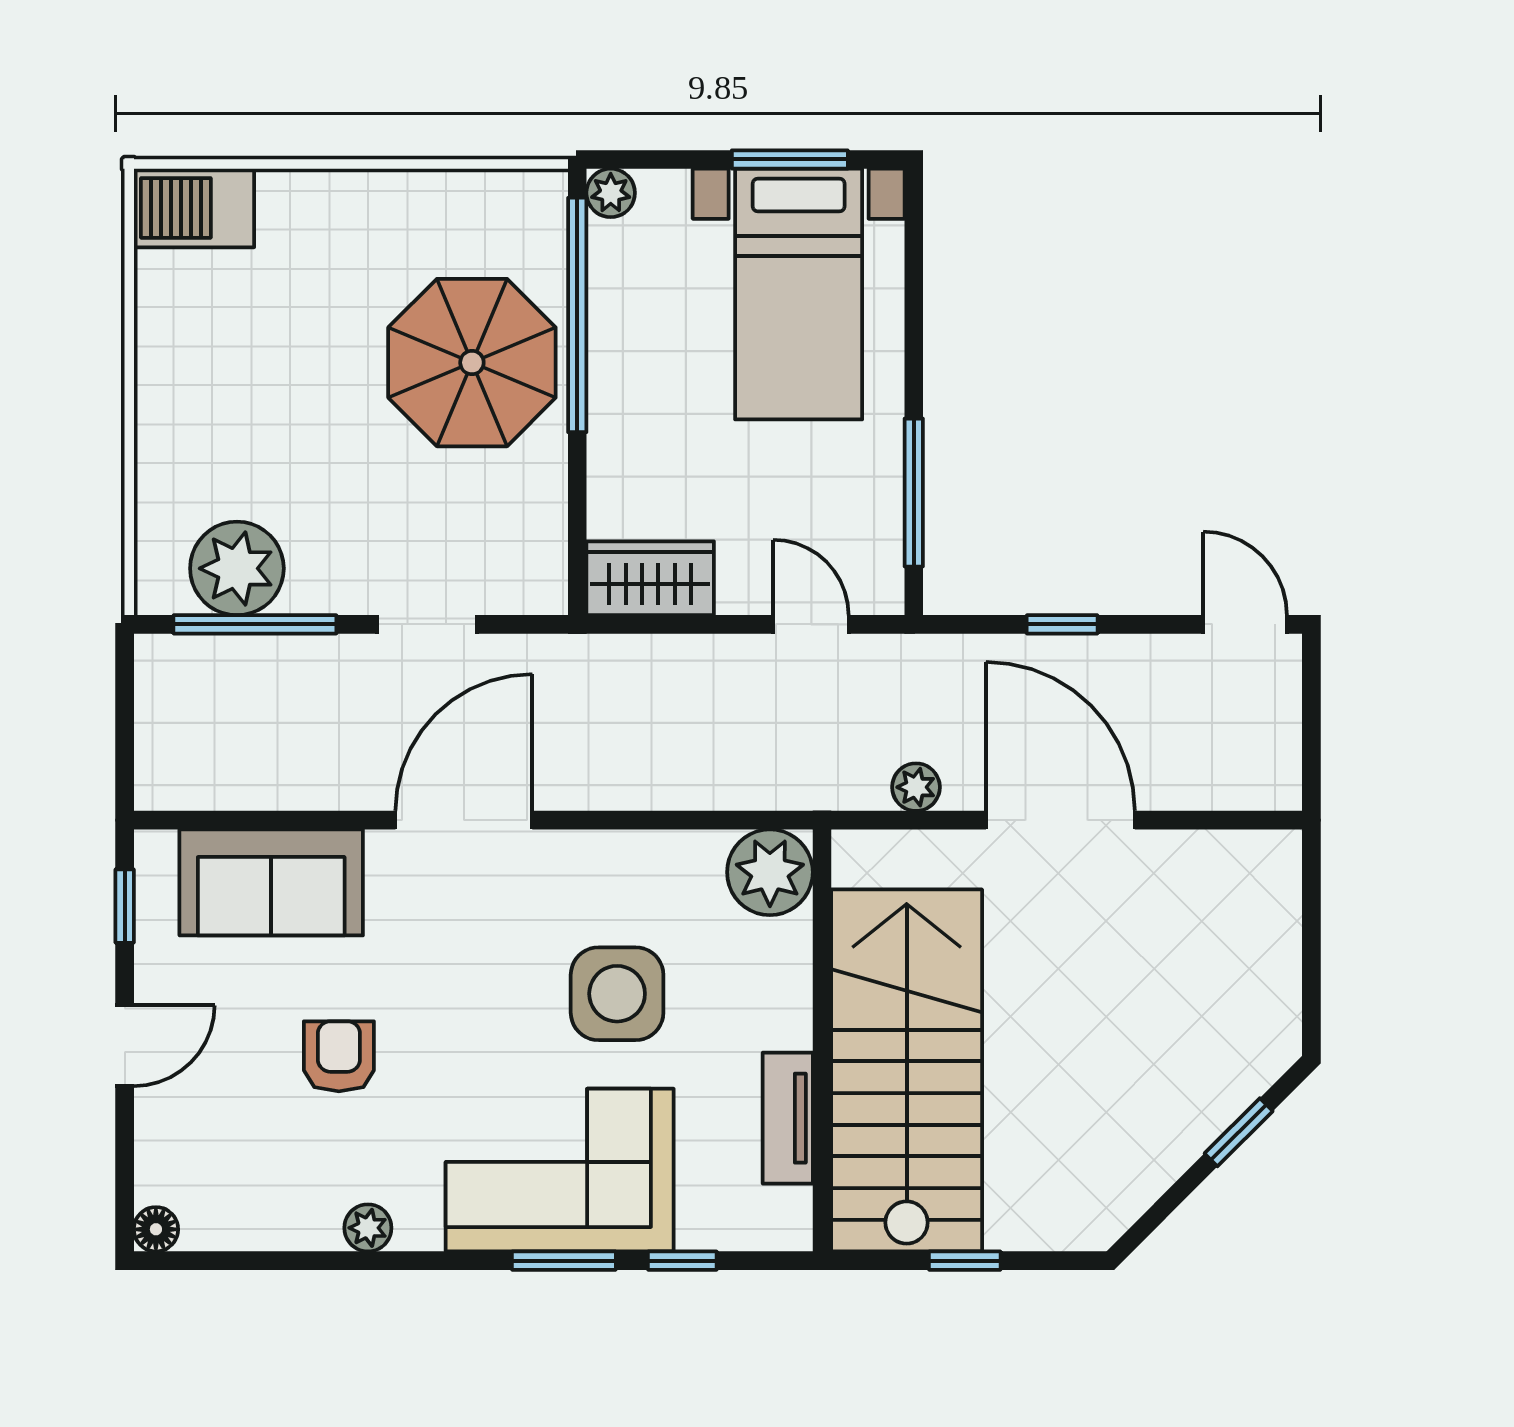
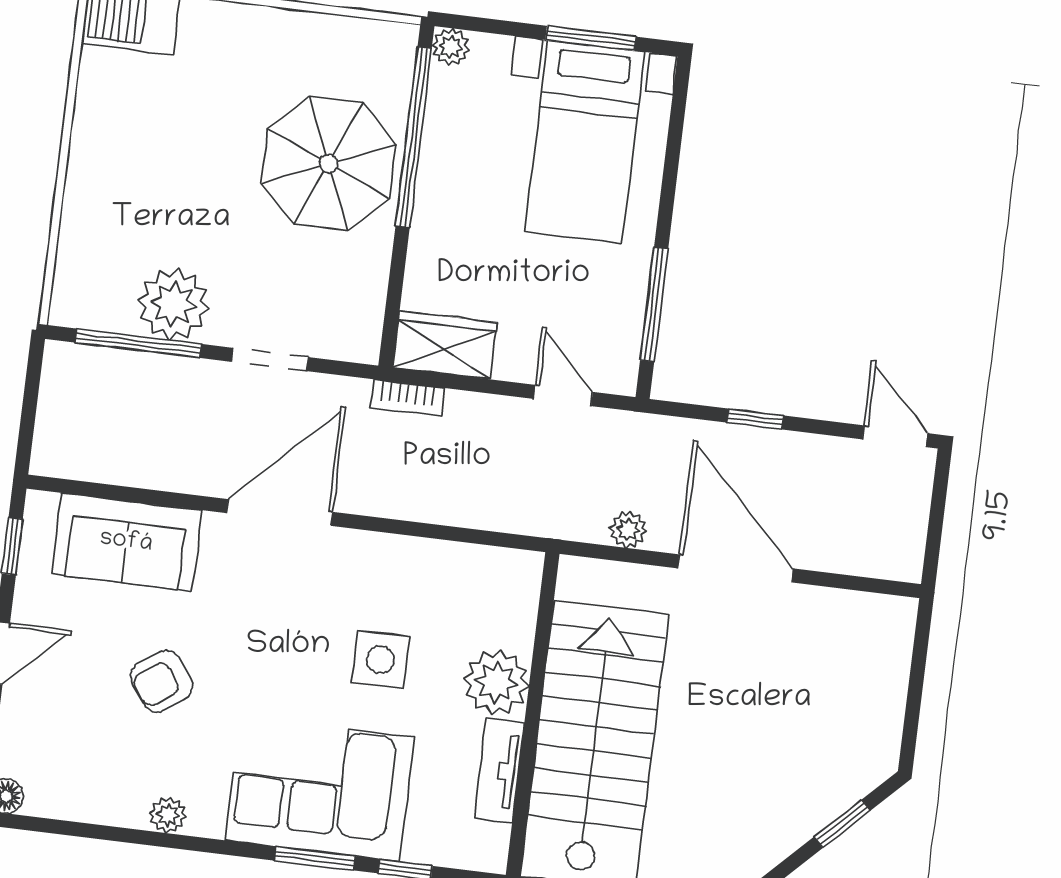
plant: (237, 568) -> (173, 304), moved
bookcase: (610, 652) -> (407, 398), added
plant: (770, 872) -> (496, 682), moved
side table: (617, 994) -> (380, 659), width x0.73, depth x0.73
armchair: (339, 1056) -> (162, 681), turned -125

